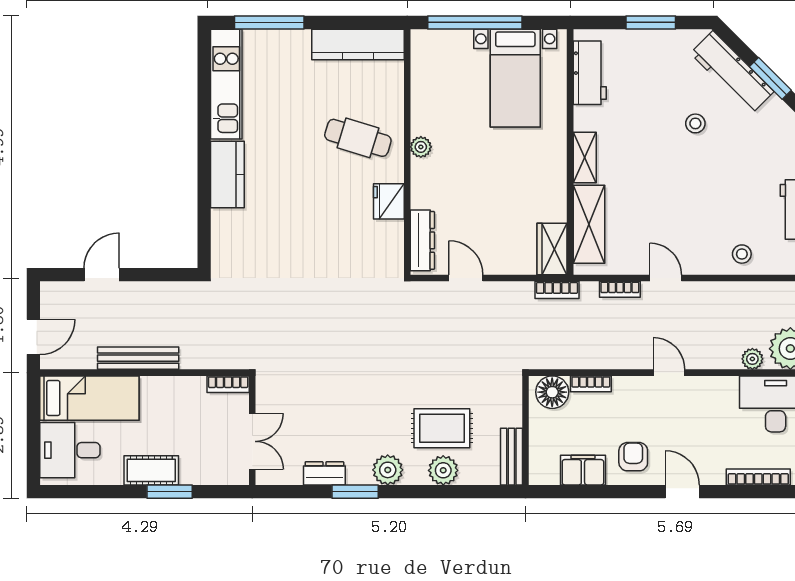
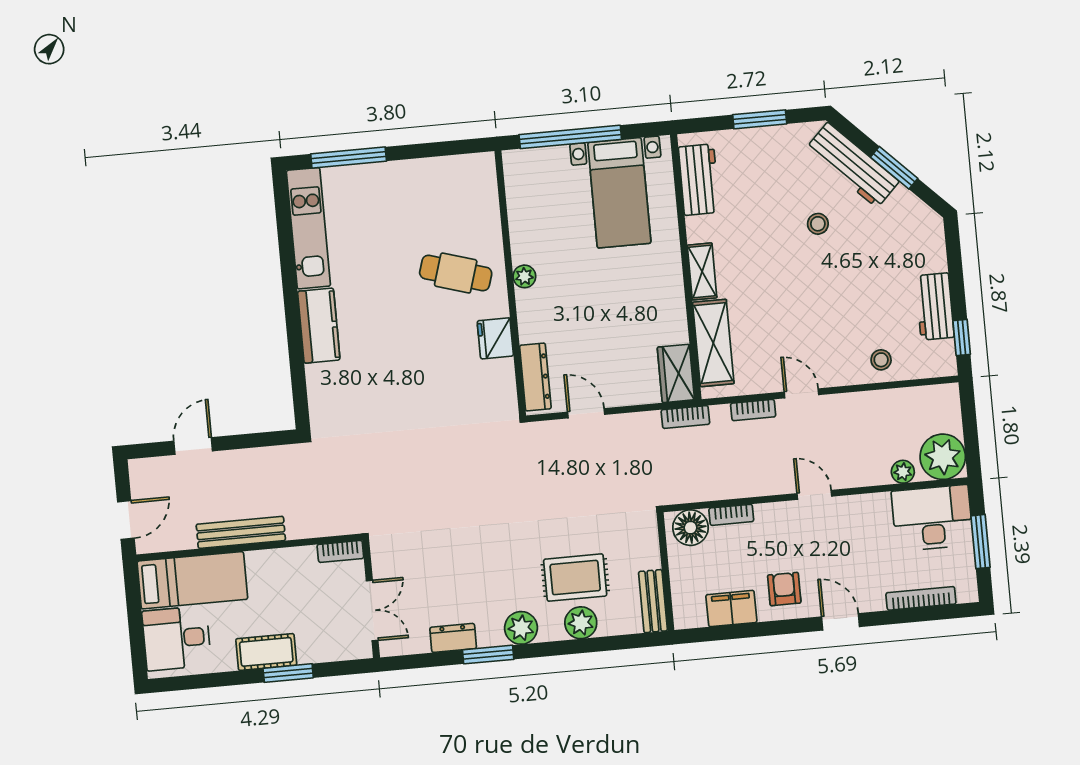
kitchen counter: (358, 44) -> (446, 172), removed

